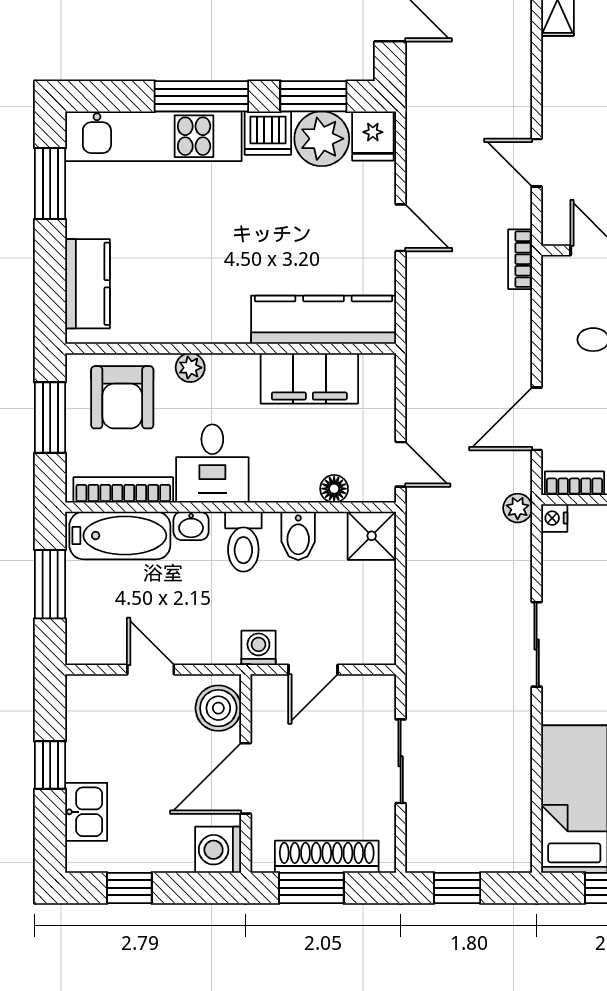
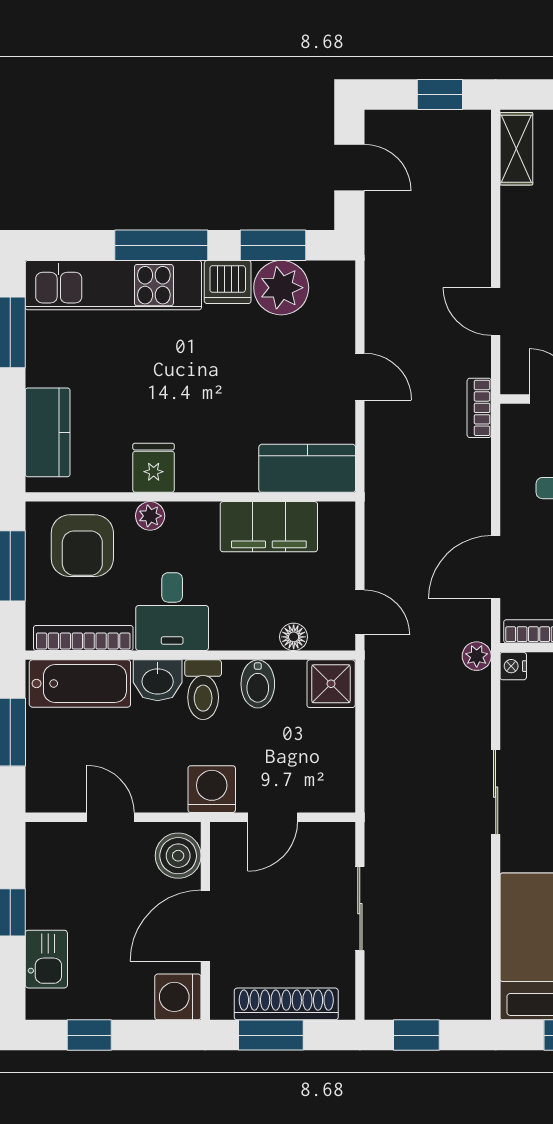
fridge: (373, 136) -> (154, 468), moved, turned 180
kitchen counter: (324, 320) -> (307, 468), width x0.67
washbasin: (191, 526) -> (158, 680), width x1.38, depth x1.45
washing machine: (258, 648) -> (212, 789), width x1.38, depth x1.38

